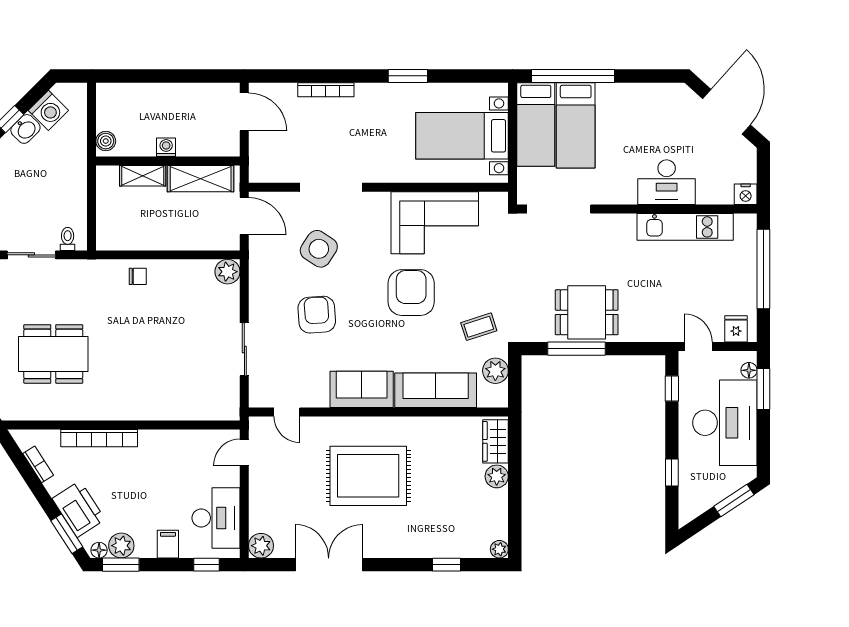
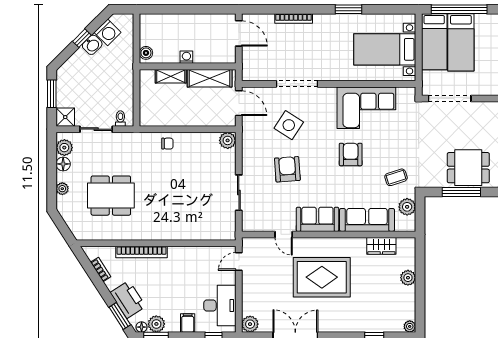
armchair: (411, 293) -> (351, 154), width x0.73, depth x0.73
door: (287, 412) -> (284, 234), moved
wardrobe: (496, 441) -> (381, 246), moved, turned -90

